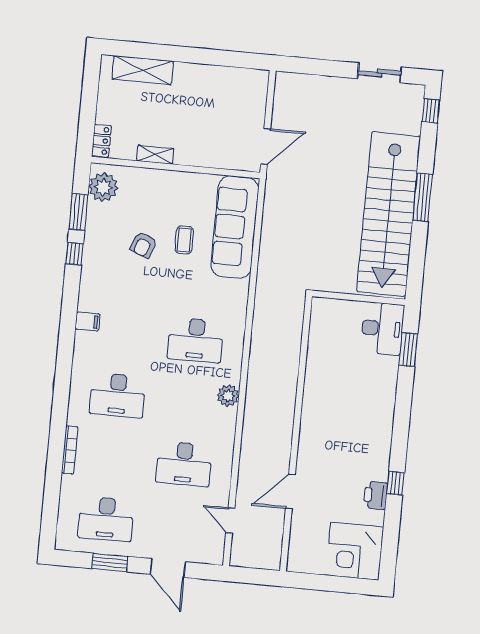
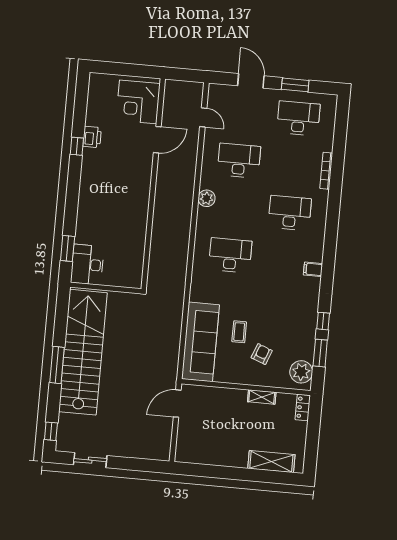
armchair: (143, 245) -> (262, 354), moved
plant: (228, 396) -> (207, 198), moved
corner desk: (355, 551) -> (138, 102), moved, turned 180

